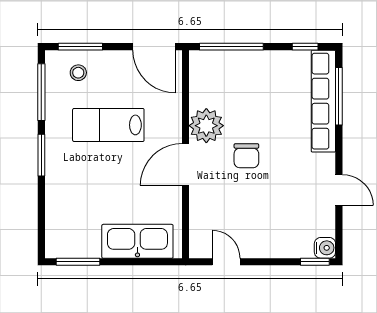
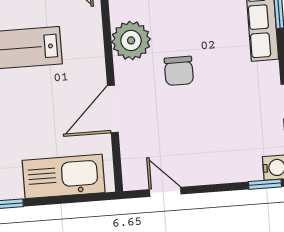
door: (186, 164) -> (113, 109), moved

